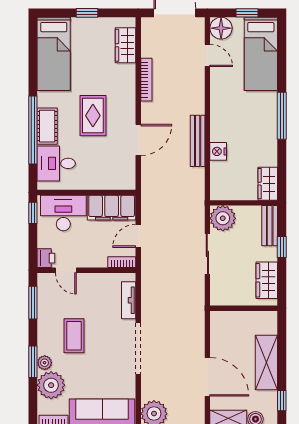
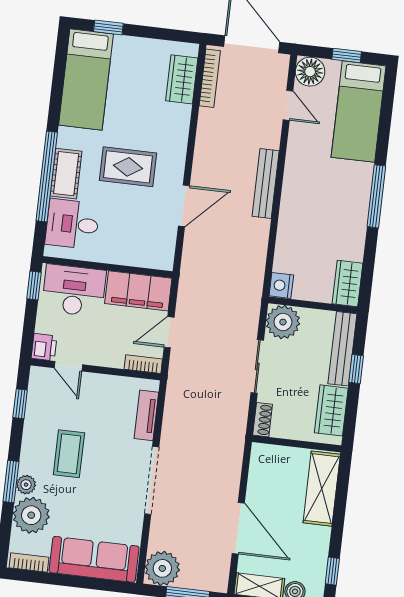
window: (87, 13) -> (108, 27), moved
bookcase: (146, 80) -> (210, 78), moved
rug: (93, 116) -> (128, 167), turned 90
bench: (198, 141) -> (266, 184), moved
nightstand: (218, 151) -> (281, 285), moved
bench: (270, 226) -> (342, 349), width x1.36
shoe rack: (216, 293) -> (263, 420), added
window: (33, 303) -> (20, 404), width x0.67
shelving: (266, 363) -> (322, 489), moved

